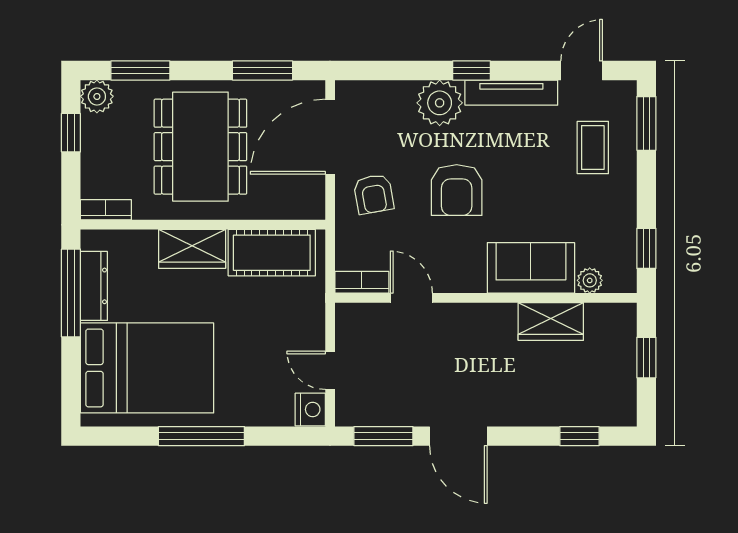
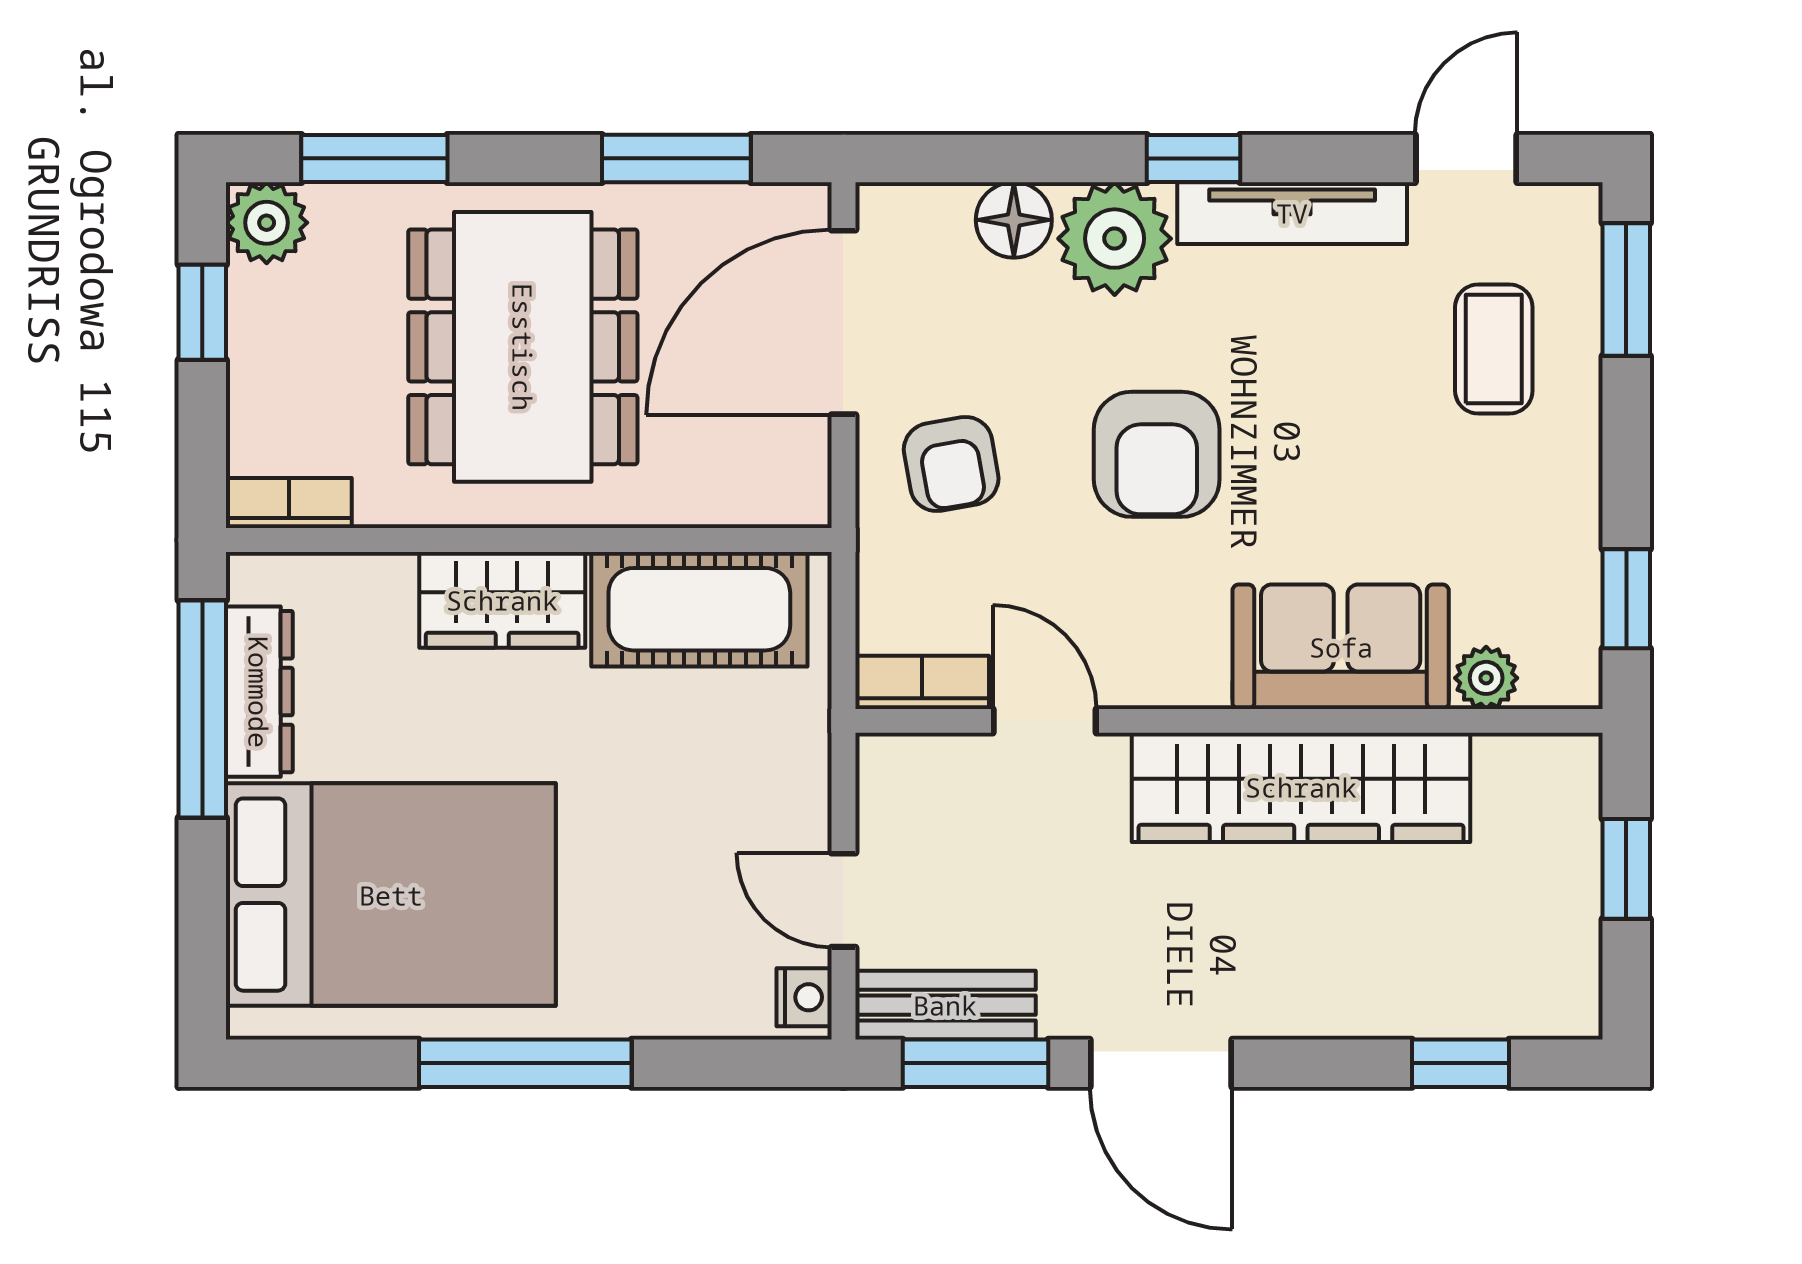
floor lamp: (399, 95) -> (1014, 220), added
wardrobe: (551, 321) -> (1301, 787), width x2.10, depth x1.17
nightstand: (310, 409) -> (804, 997), width x0.72, depth x0.74
bench: (371, 413) -> (945, 1005), added

